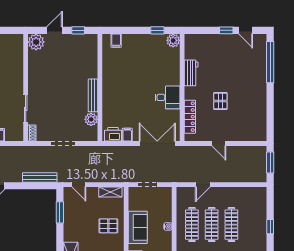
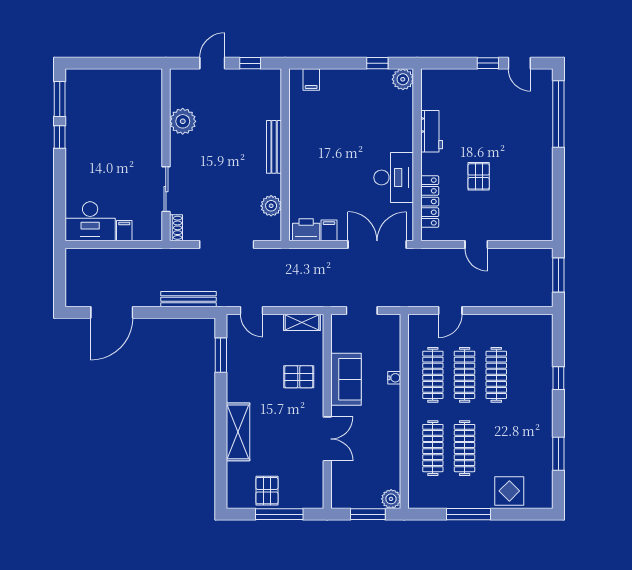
plant: (36, 42) -> (183, 121), moved
bench: (93, 95) -> (274, 147), moved
desk: (168, 97) -> (394, 177), width x1.37
doorway: (63, 143) -> (227, 245), width x1.36

